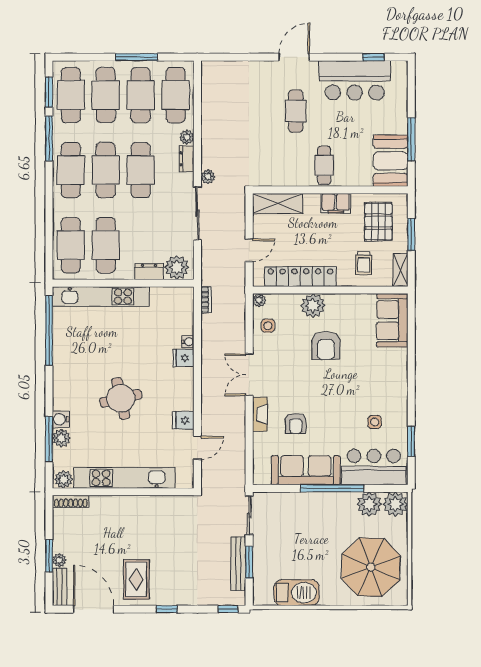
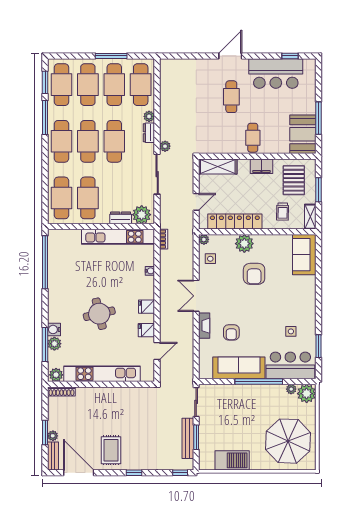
kitchen unit: (101, 297) -> (118, 237), moved
fridge: (183, 358) -> (147, 307), moved
plant: (369, 504) -> (291, 389), width x0.53, depth x0.53

